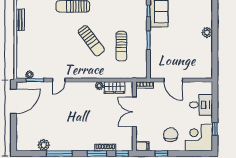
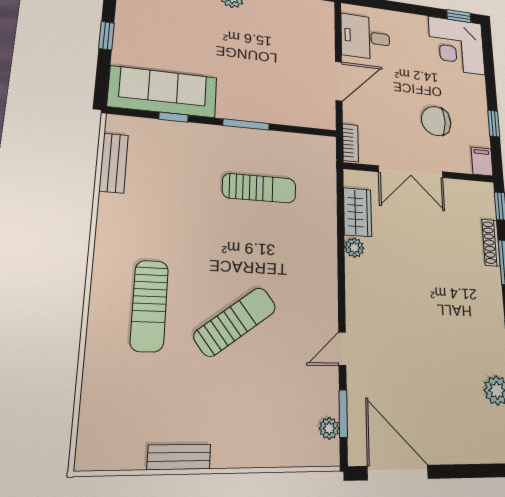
sun lounger: (91, 41) -> (235, 322), moved
door: (59, 80) -> (342, 349), swing flipped
desk: (201, 105) -> (365, 37), moved, turned -90
window: (215, 129) -> (459, 16), moved
chair: (171, 135) -> (436, 121), moved

